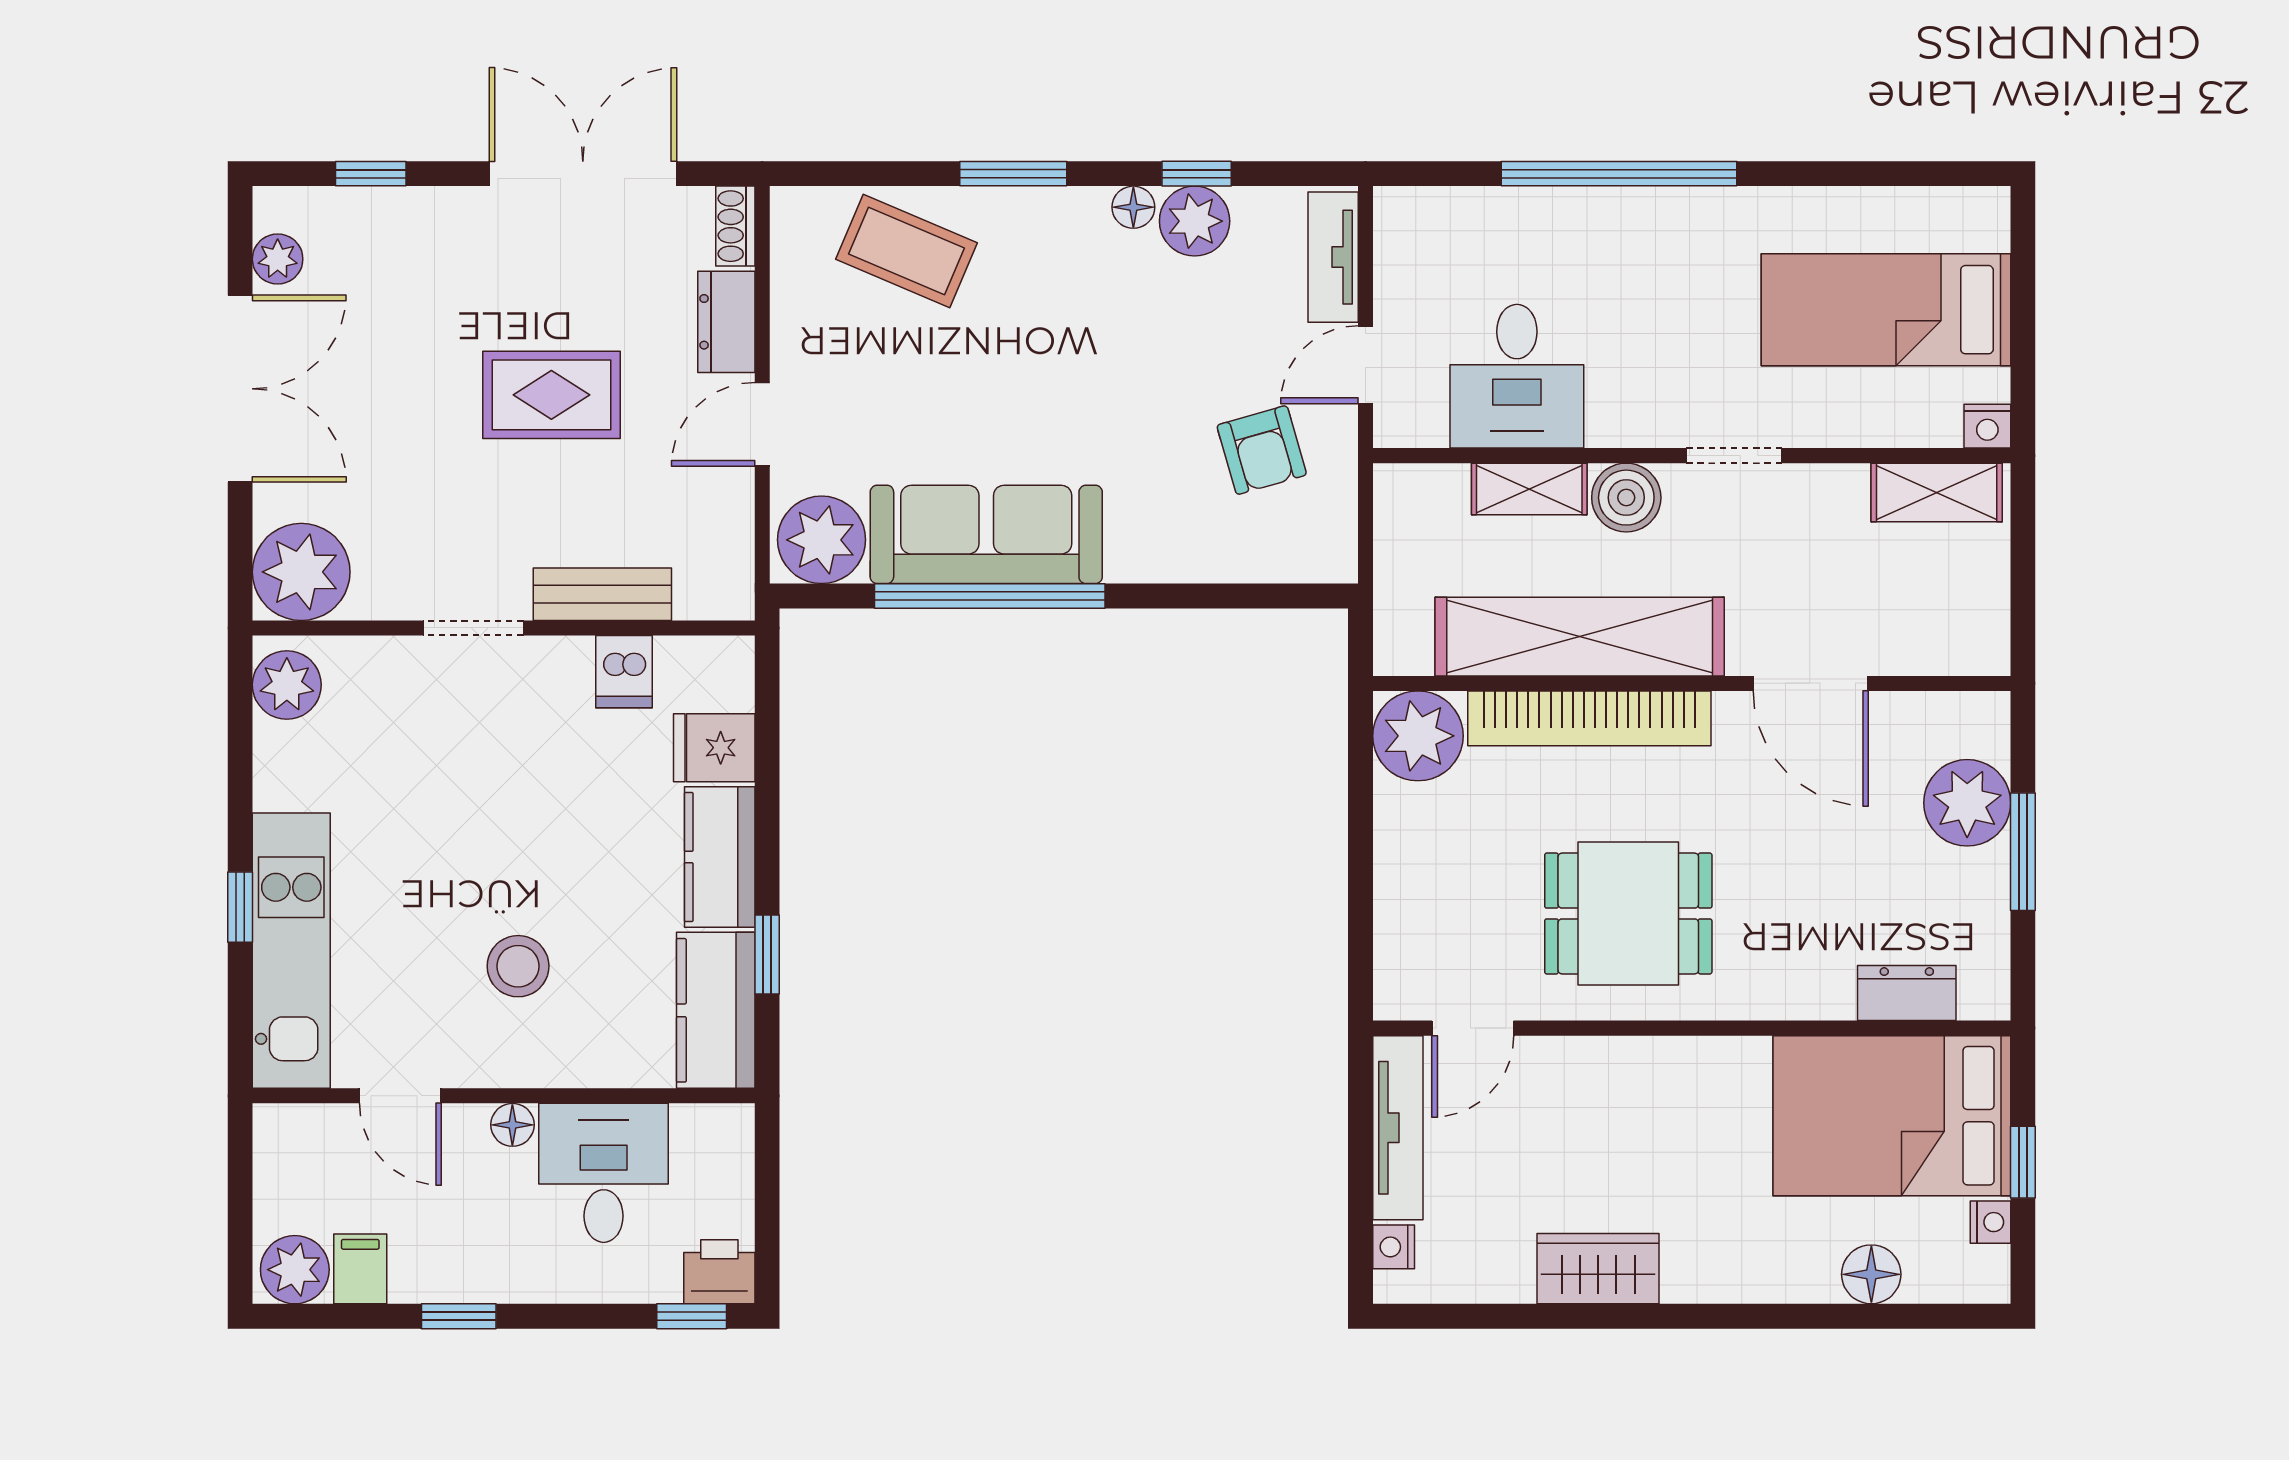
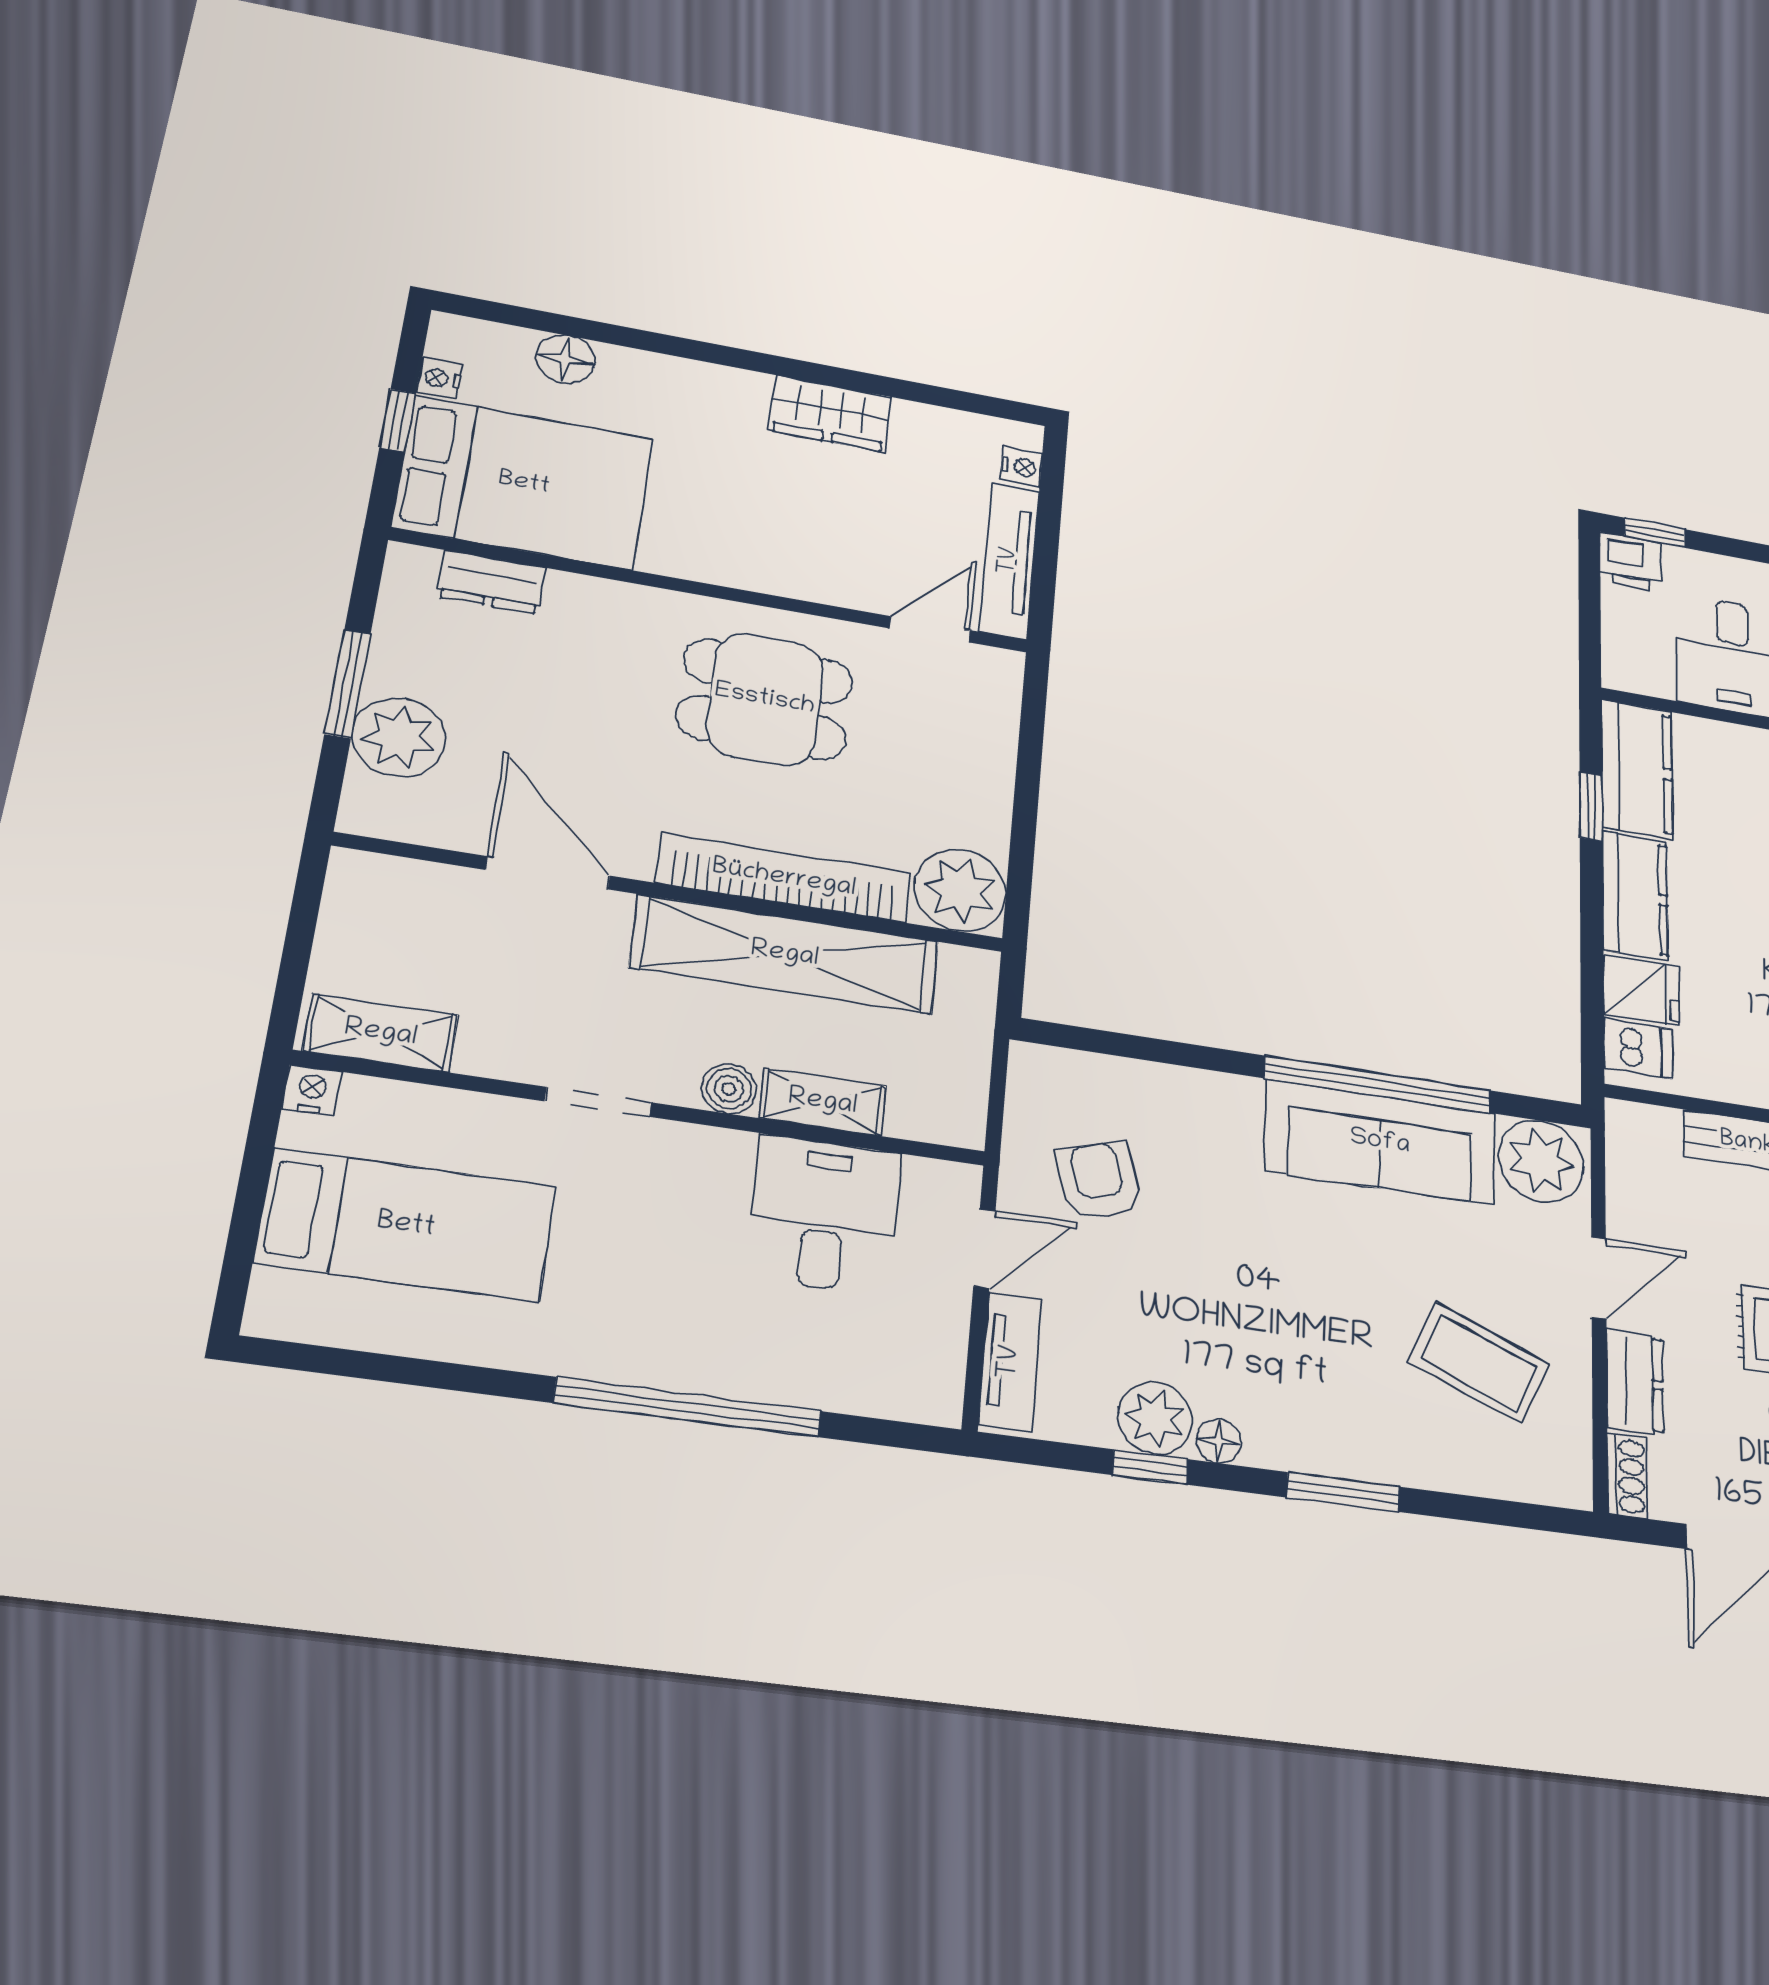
coffee table: (906, 251) -> (1479, 1363), moved
boiler: (1626, 498) -> (729, 1089), width x0.73, depth x0.73
dishwasher: (624, 672) -> (1638, 1049), moved, turned 90

